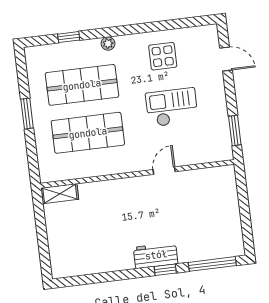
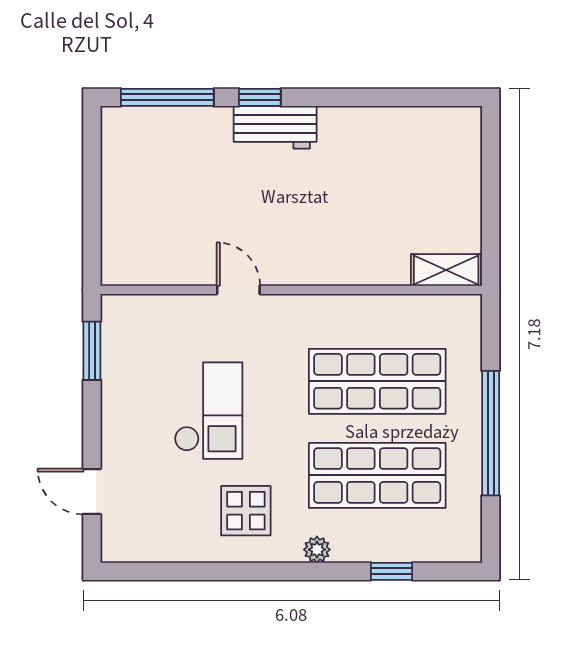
display table: (163, 56) -> (246, 511), moved
checkout: (172, 107) -> (208, 411), turned -90
window: (27, 114) -> (491, 433), width x2.11
door: (164, 171) -> (238, 290), swing flipped

